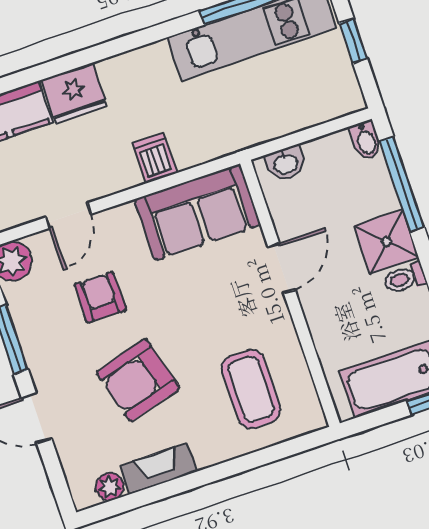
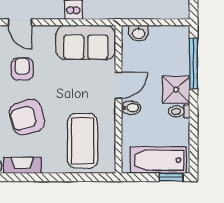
bidet: (366, 140) -> (131, 108), moved, turned -90
door: (68, 216) -> (20, 22), hinge flipped
coffee table: (251, 389) -> (83, 141), width x1.36, depth x1.32

